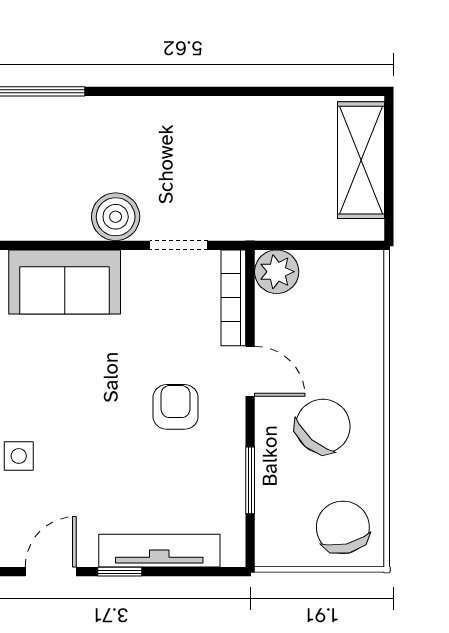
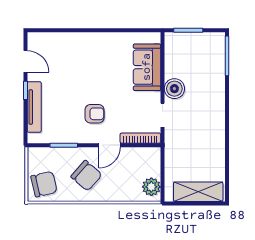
plant: (277, 272) -> (151, 187), moved
side table: (19, 456) -> (74, 48), removed

